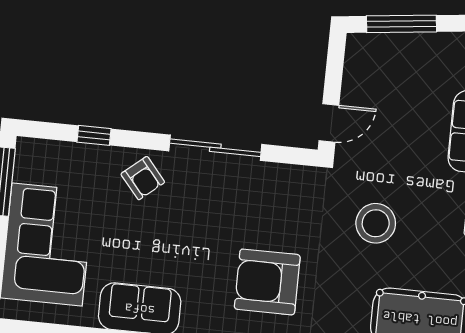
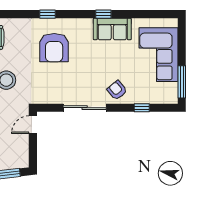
armchair: (267, 282) -> (54, 48), turned 90

